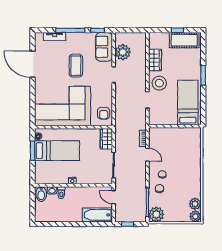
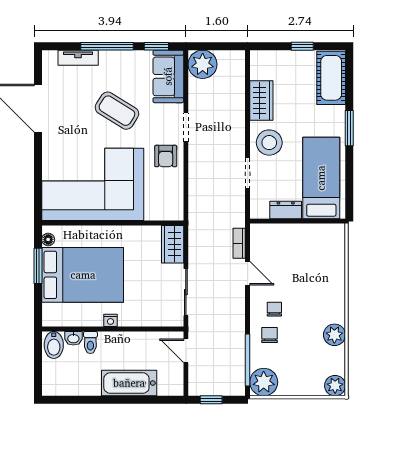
cot: (184, 40) -> (331, 78), moved, turned 90
plant: (123, 52) -> (203, 64), moved
coffee table: (76, 66) -> (117, 111), turned -58
armchair: (104, 113) -> (166, 156), moved
dresser: (168, 120) -> (286, 210), added
bed: (57, 151) -> (83, 275), width x1.50
plant: (195, 204) -> (334, 335), moved
bathtub: (97, 215) -> (129, 383), moved

